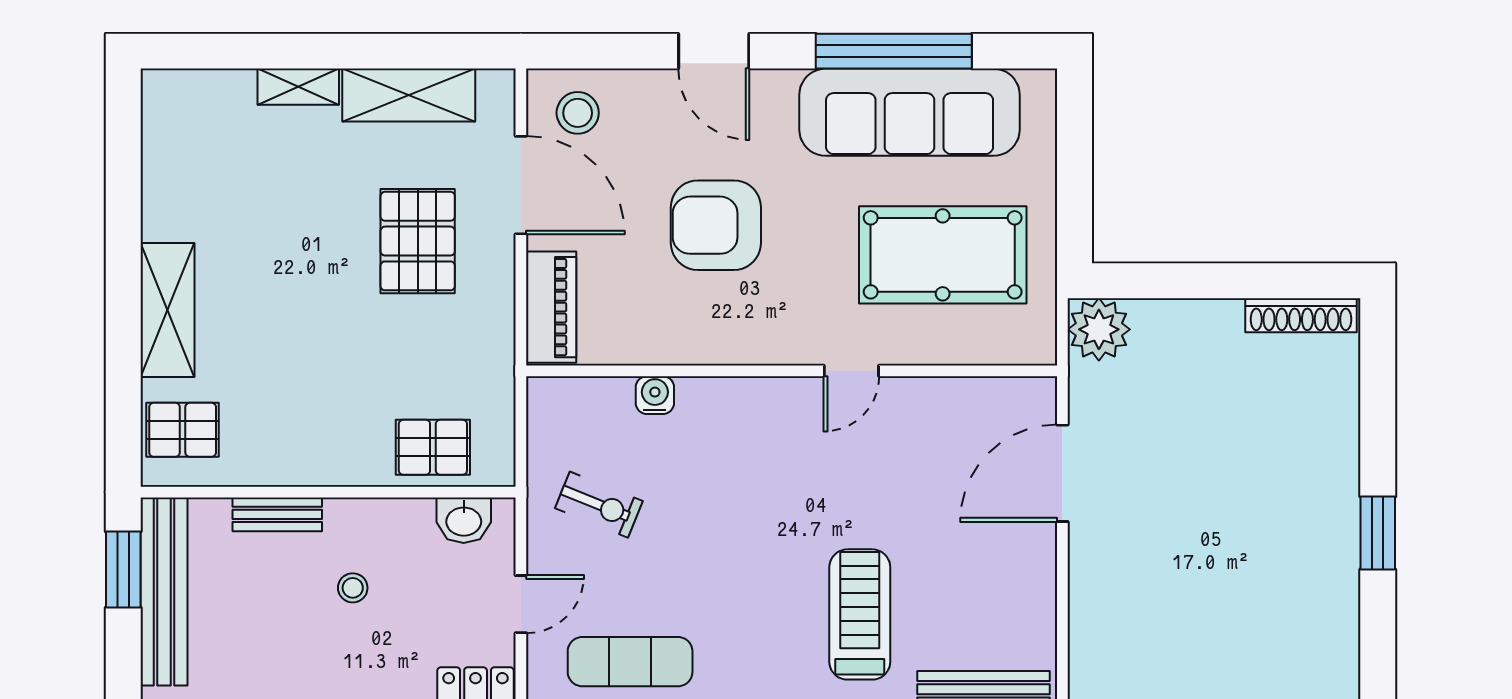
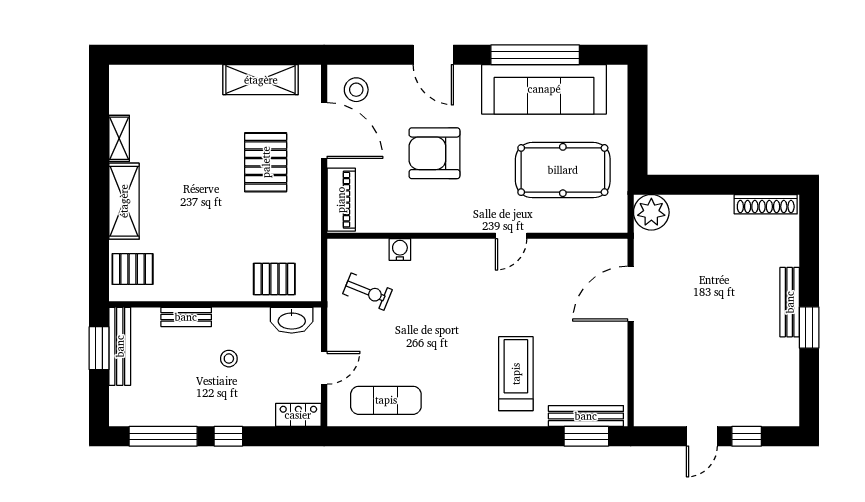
shelving: (298, 87) -> (119, 138), moved, turned 90
bench: (1343, 488) -> (790, 302), added
exercise bike: (599, 505) -> (367, 292), moved
washbasin: (464, 520) -> (292, 320), width x1.38
bench: (164, 592) -> (120, 346), width x0.73, depth x0.82

